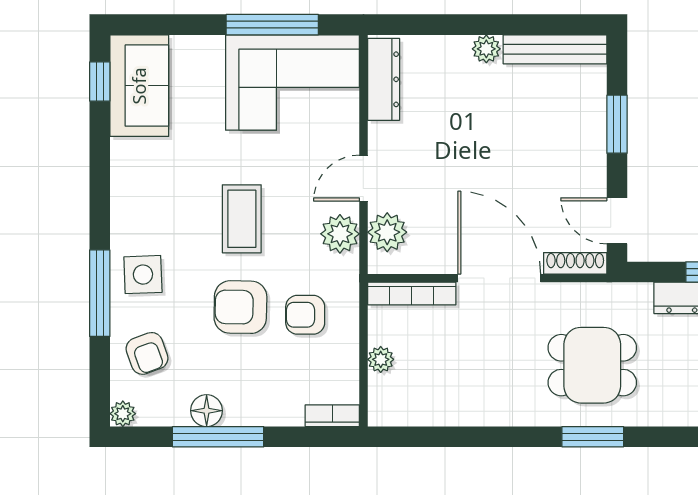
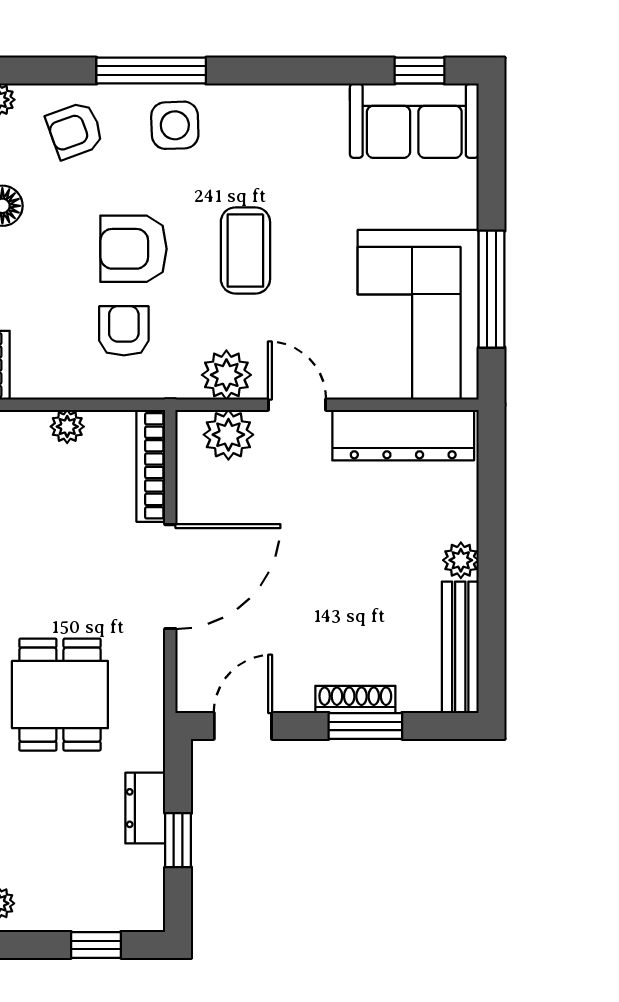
dresser: (384, 79) -> (403, 435), width x1.37, depth x1.24
coffee table: (242, 219) -> (245, 250), turned 90
shoe rack: (575, 263) -> (355, 699), moved, turned -90
armchair: (240, 307) -> (134, 249), turned -91

